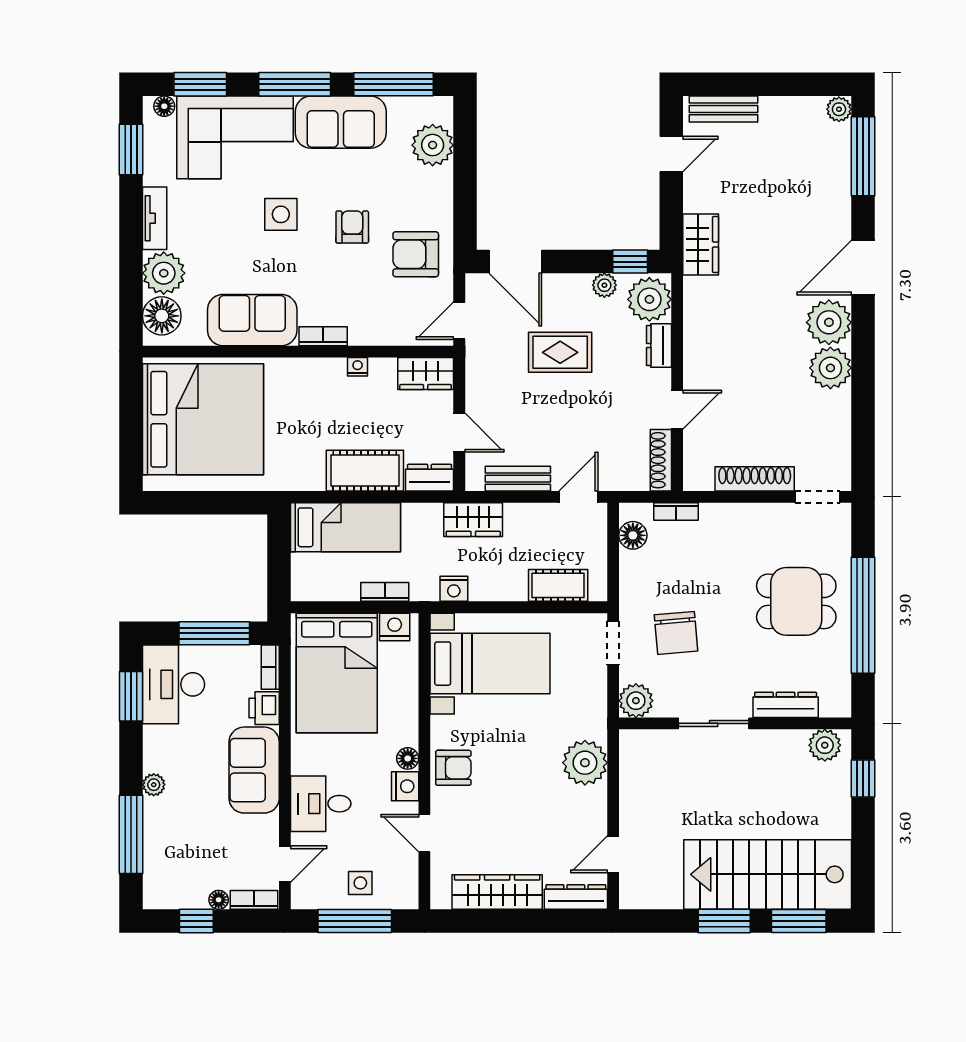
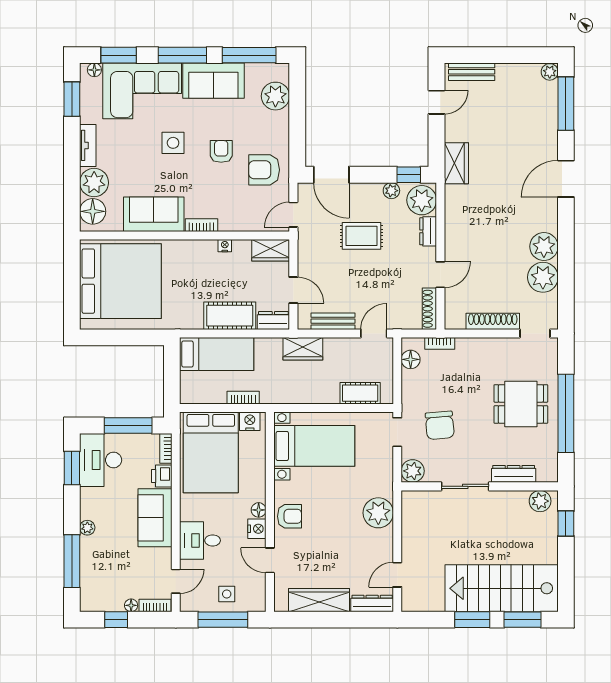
plant: (829, 322) -> (543, 277), moved
nightstand: (454, 589) -> (290, 396), removed

